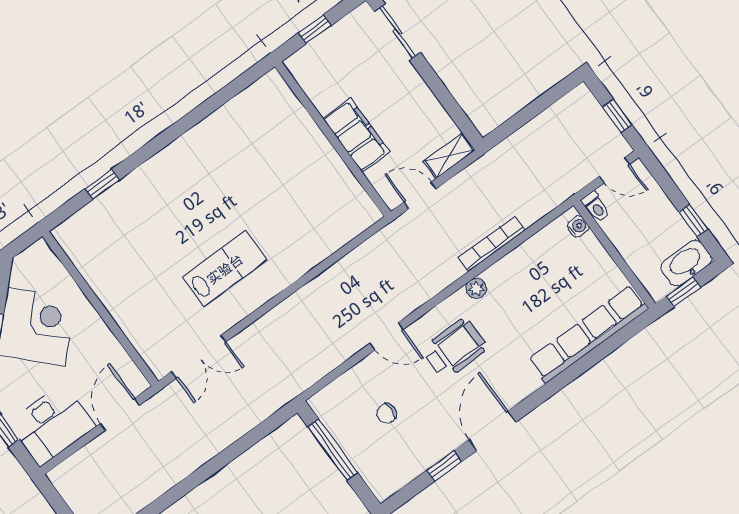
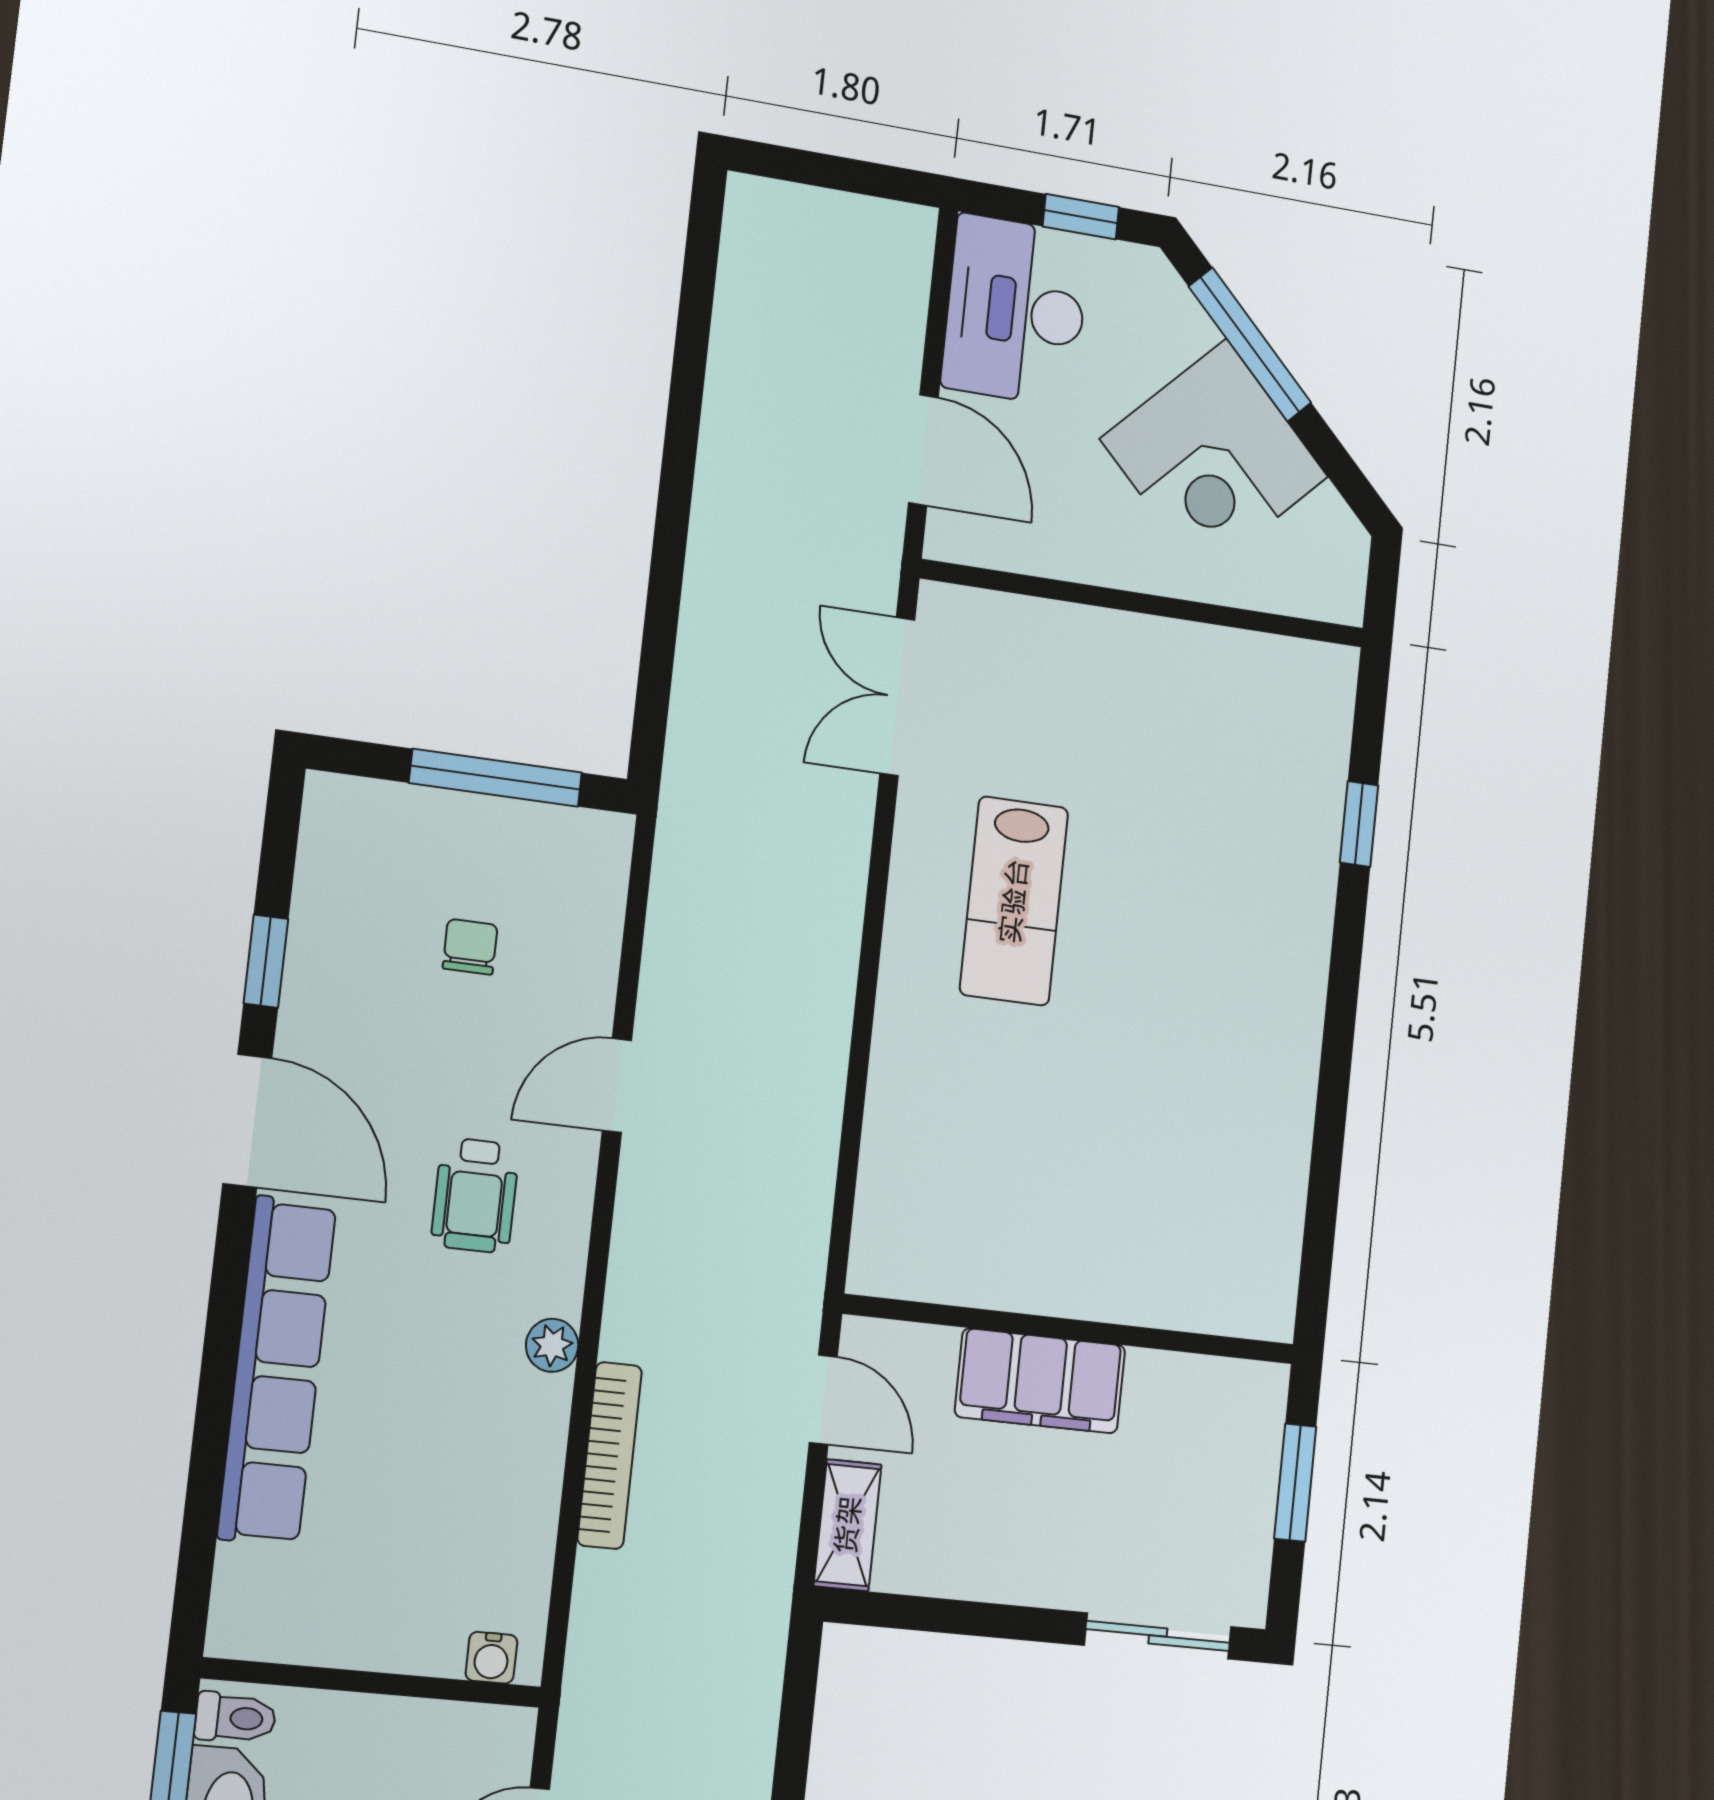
window: (315, 29) -> (1295, 1483), width x1.50
door: (420, 195) -> (823, 1400), hinge flipped
toilet: (596, 207) -> (235, 1718), moved, turned 180
row of seats: (588, 334) -> (277, 1371), moved
wheelchair: (455, 348) -> (475, 1195), width x0.73, depth x0.73

